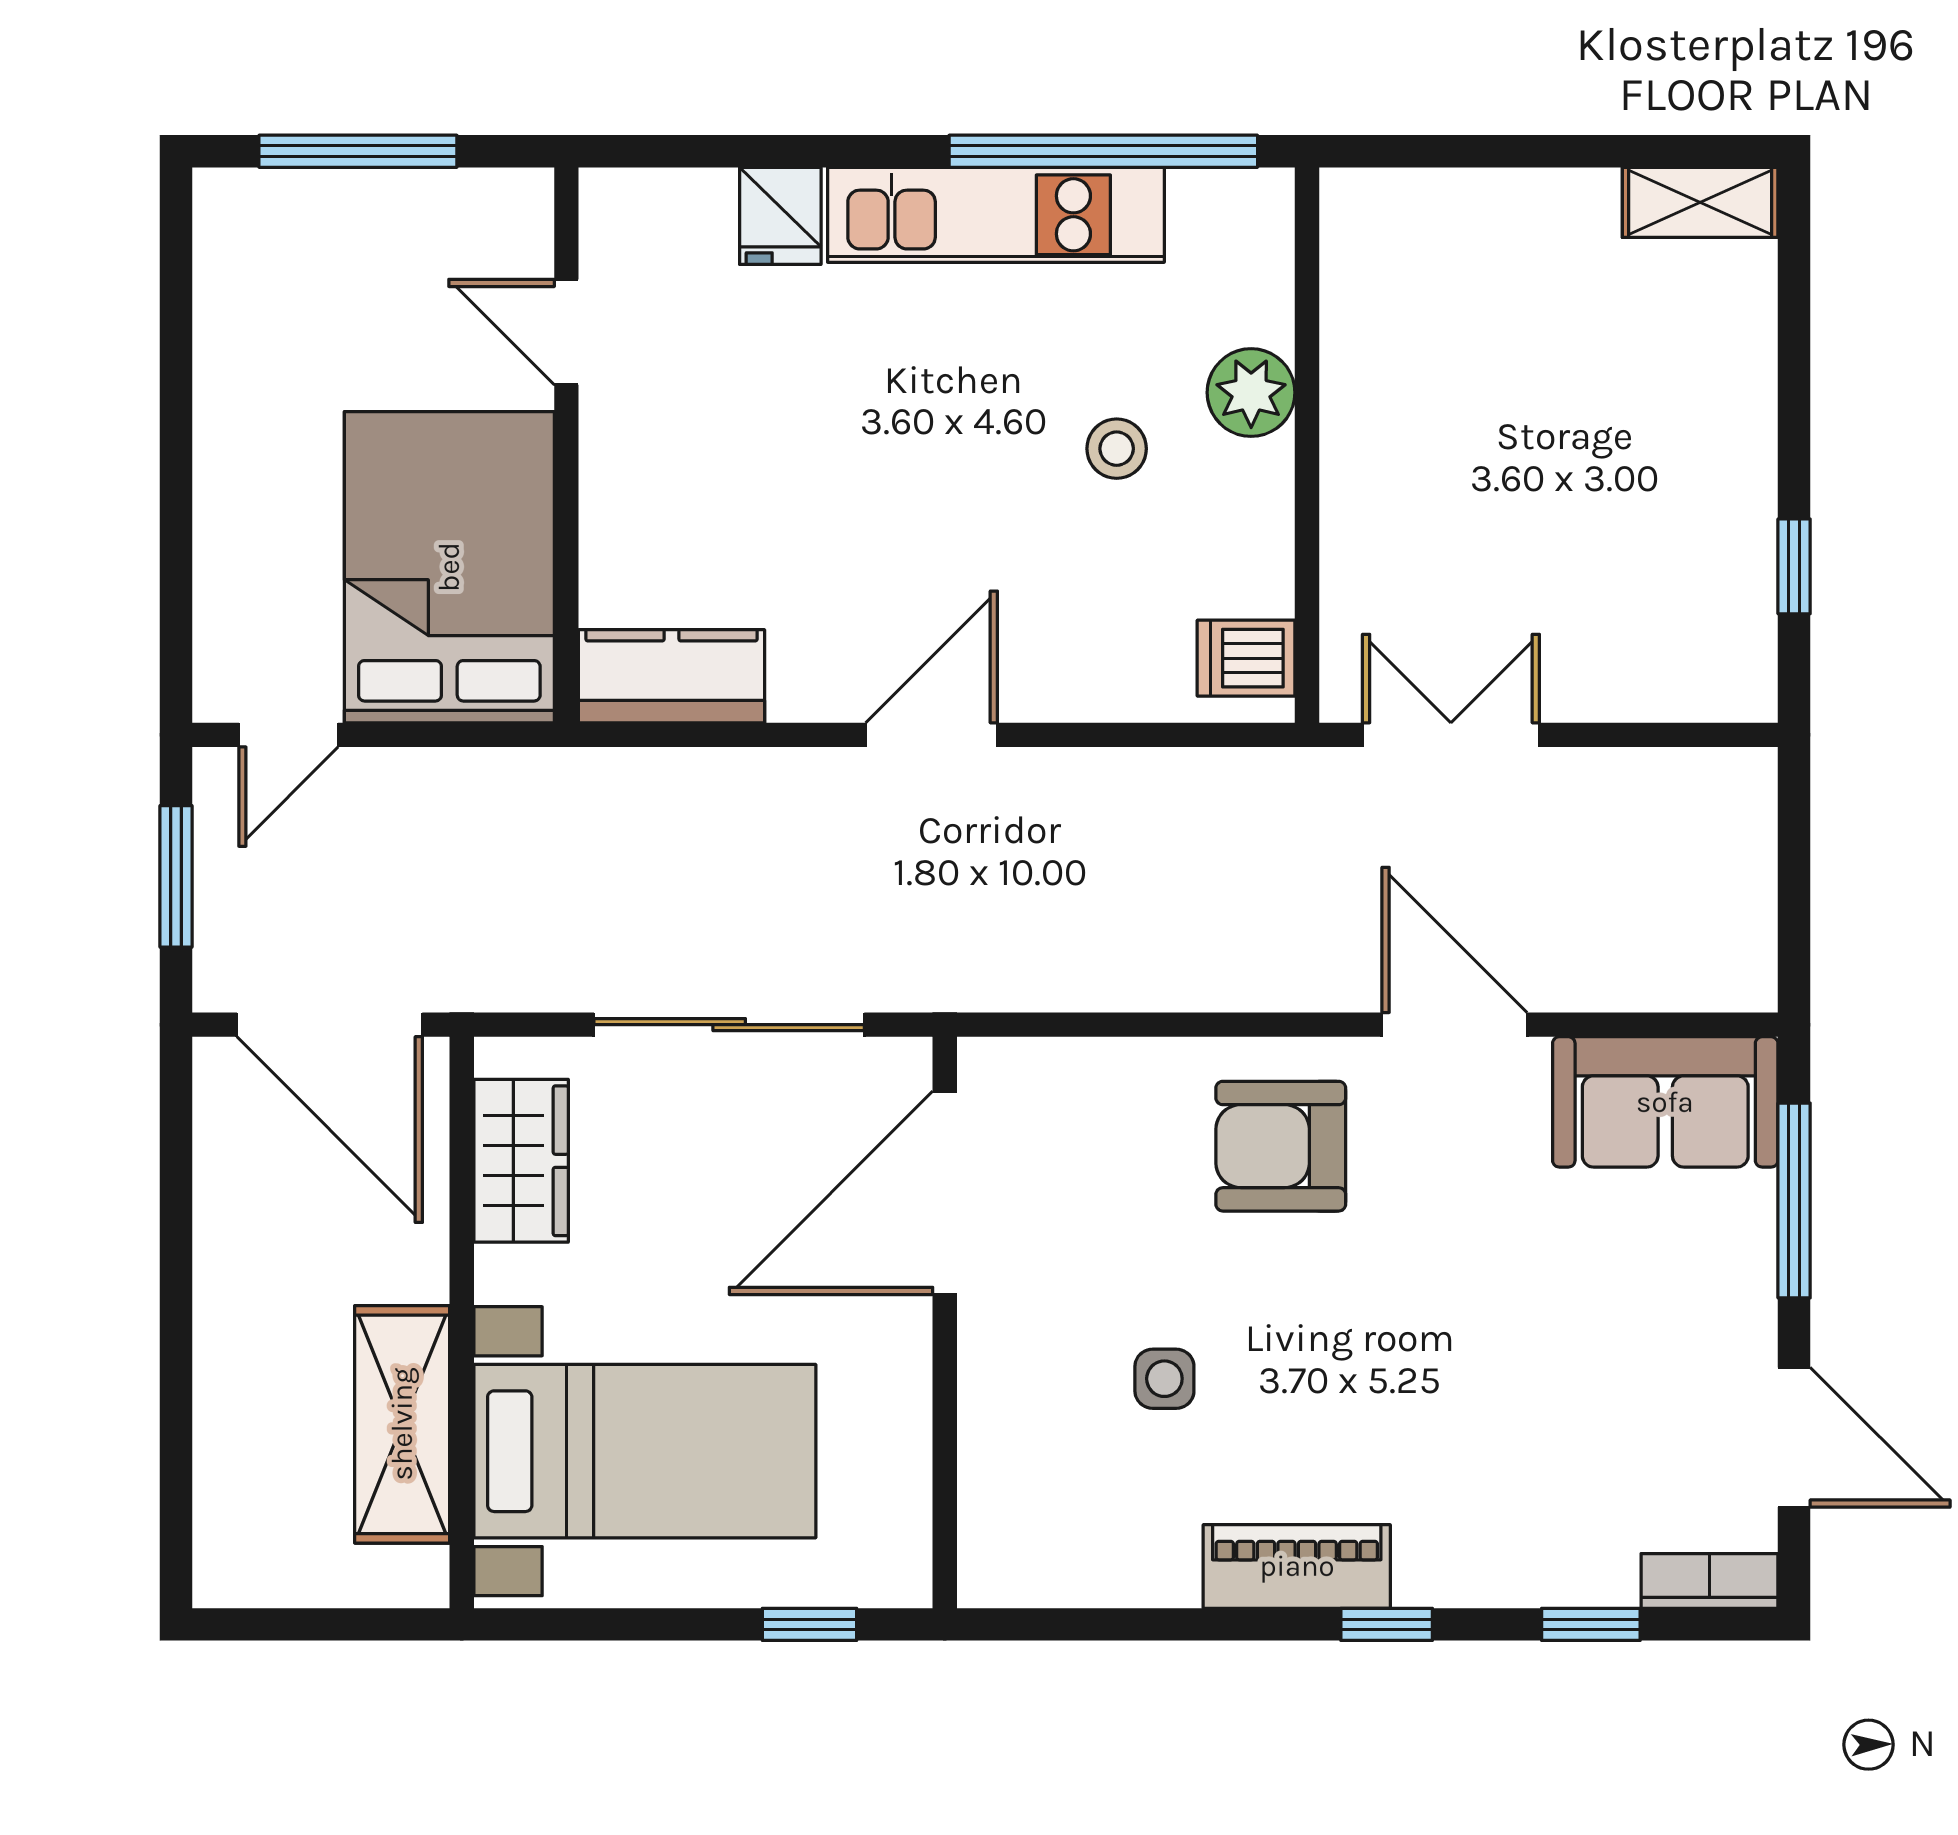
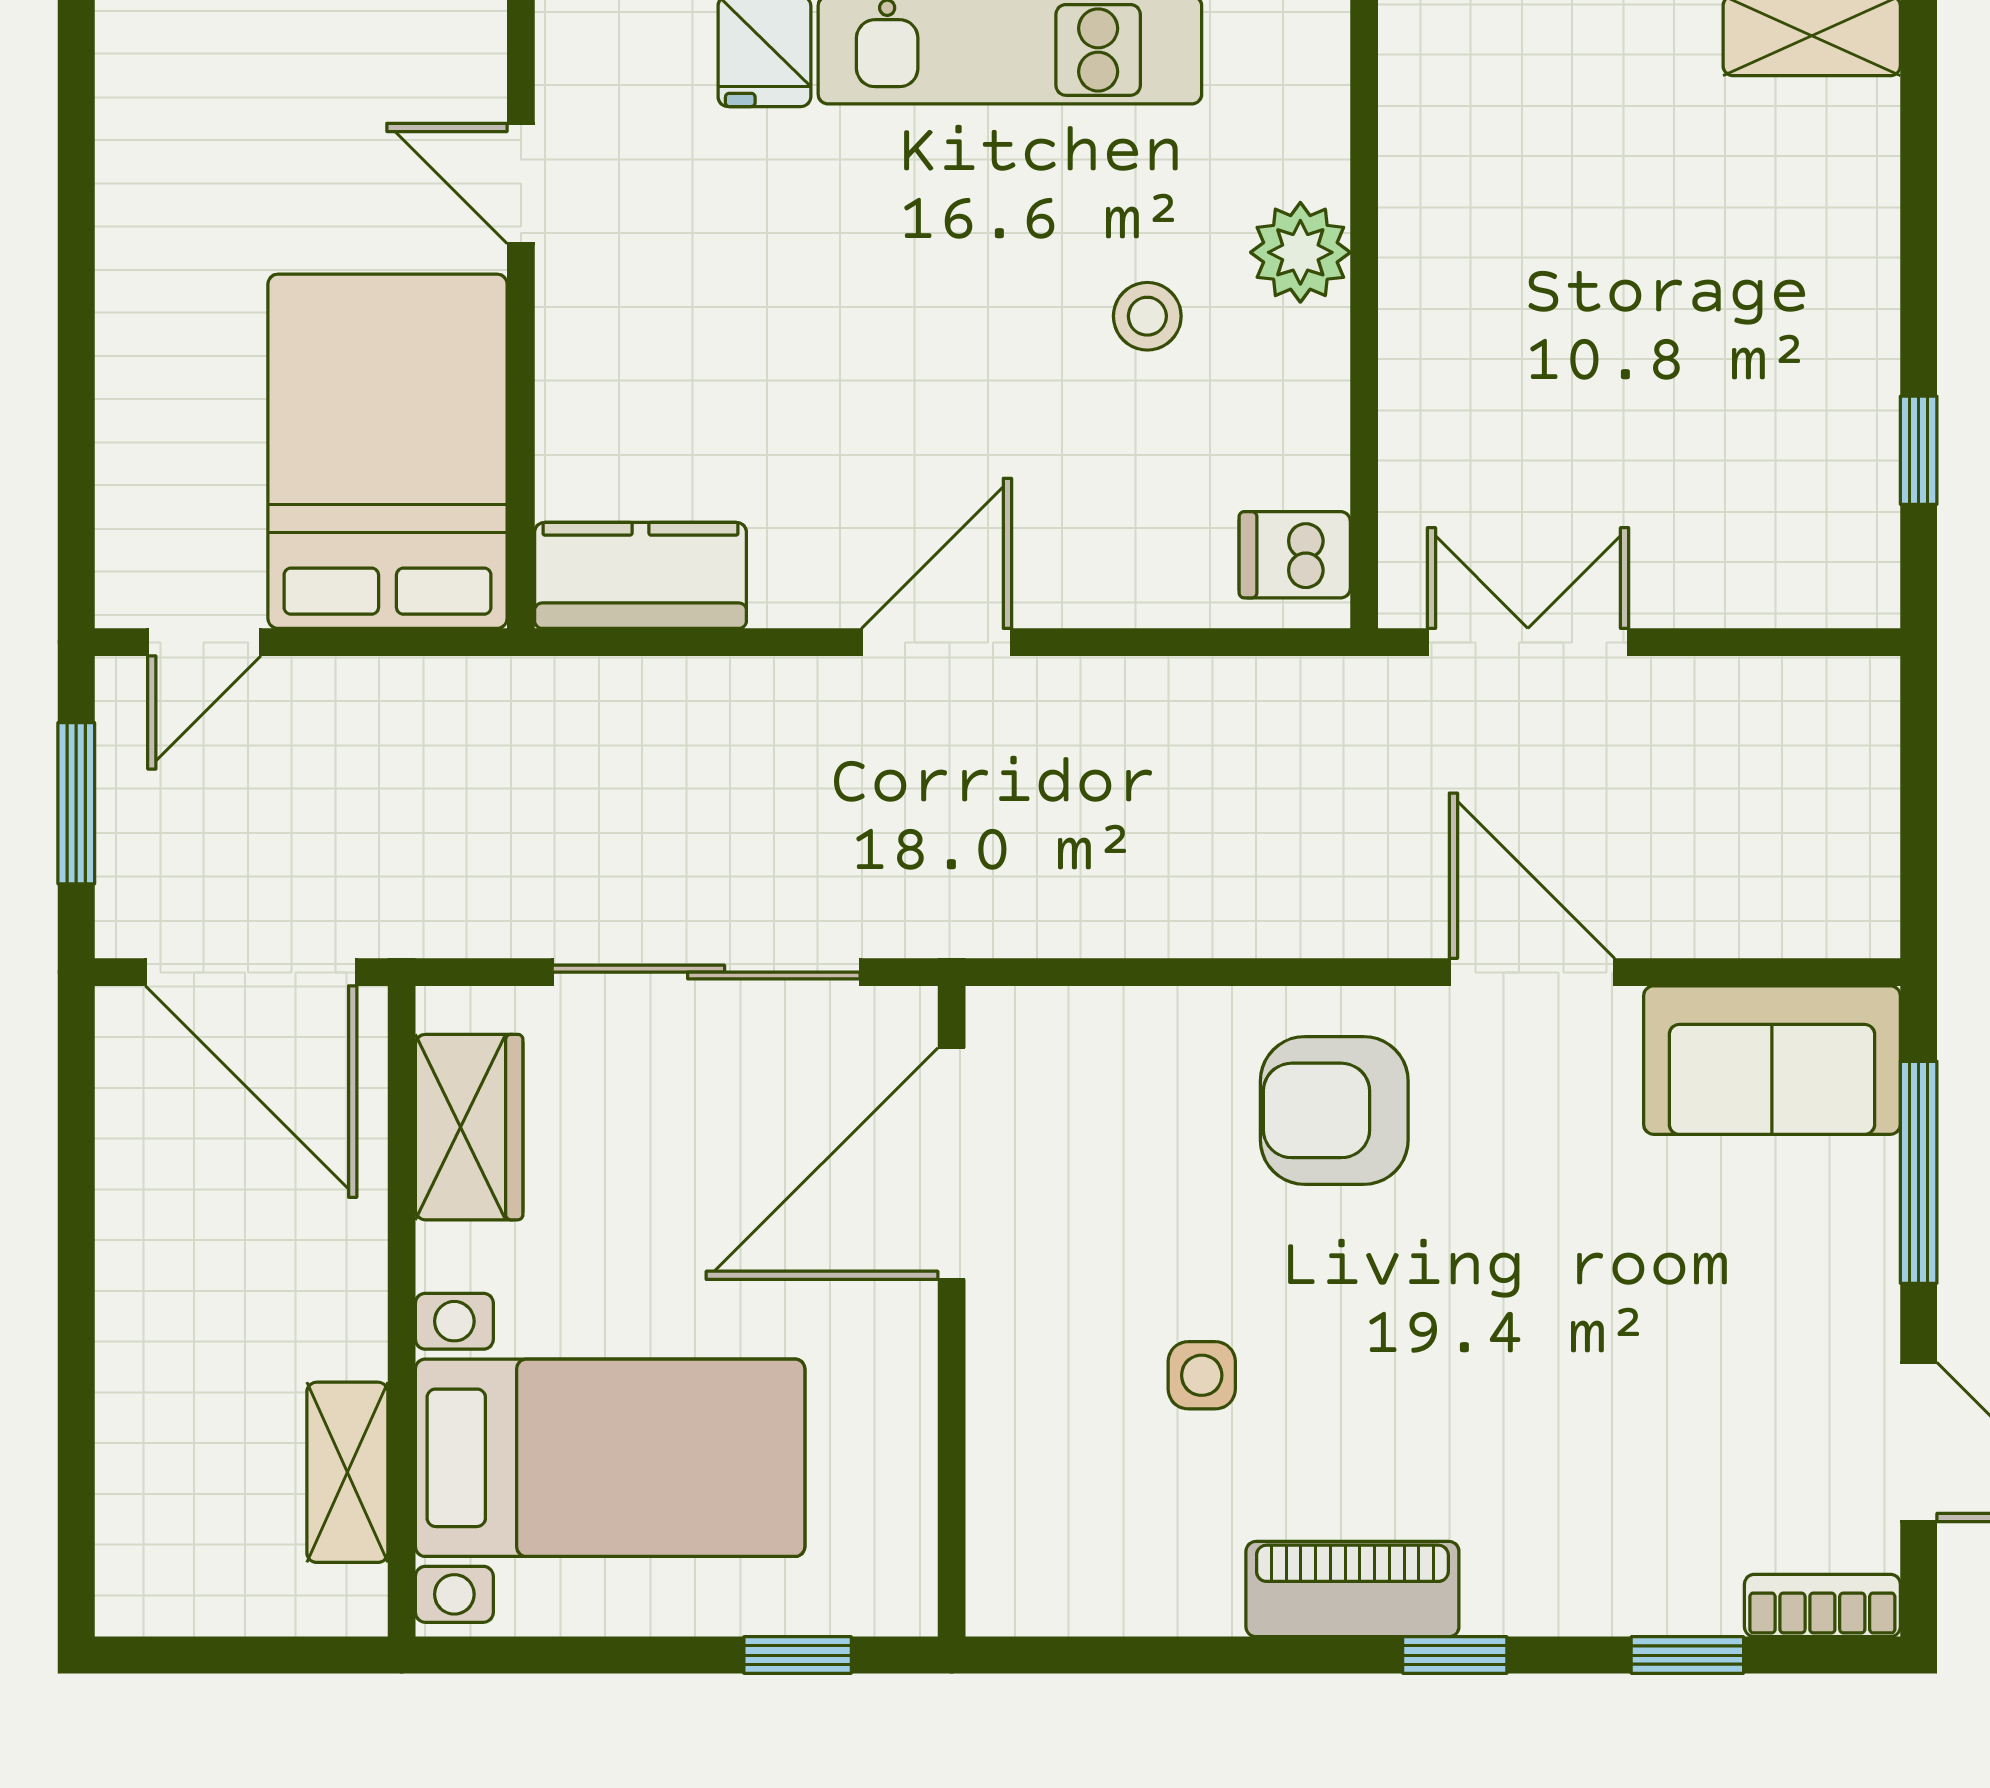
shelving: (402, 1424) -> (347, 1472), width x0.67, depth x0.75

